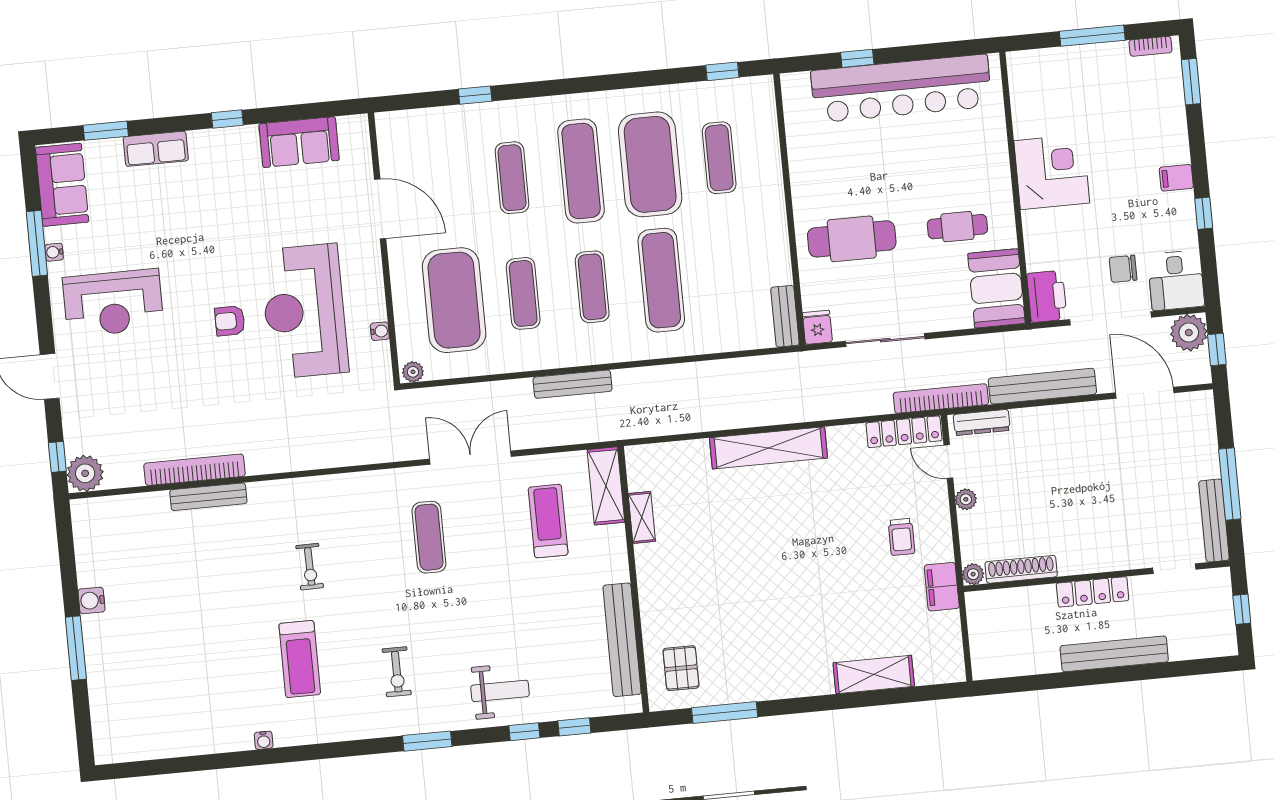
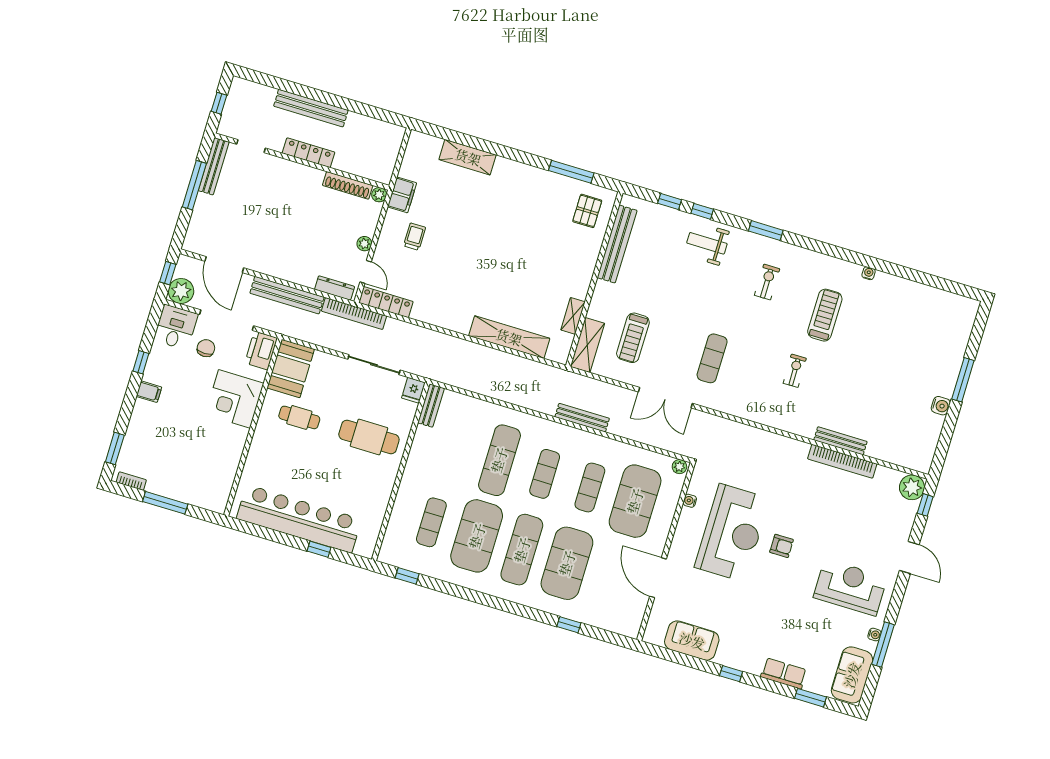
corner desk: (1052, 172) -> (234, 399), moved
exercise mat: (512, 178) -> (567, 563), width x2.00, depth x1.45
chair: (1123, 269) -> (206, 348), turned -90
shelving: (768, 448) -> (509, 337), moved

